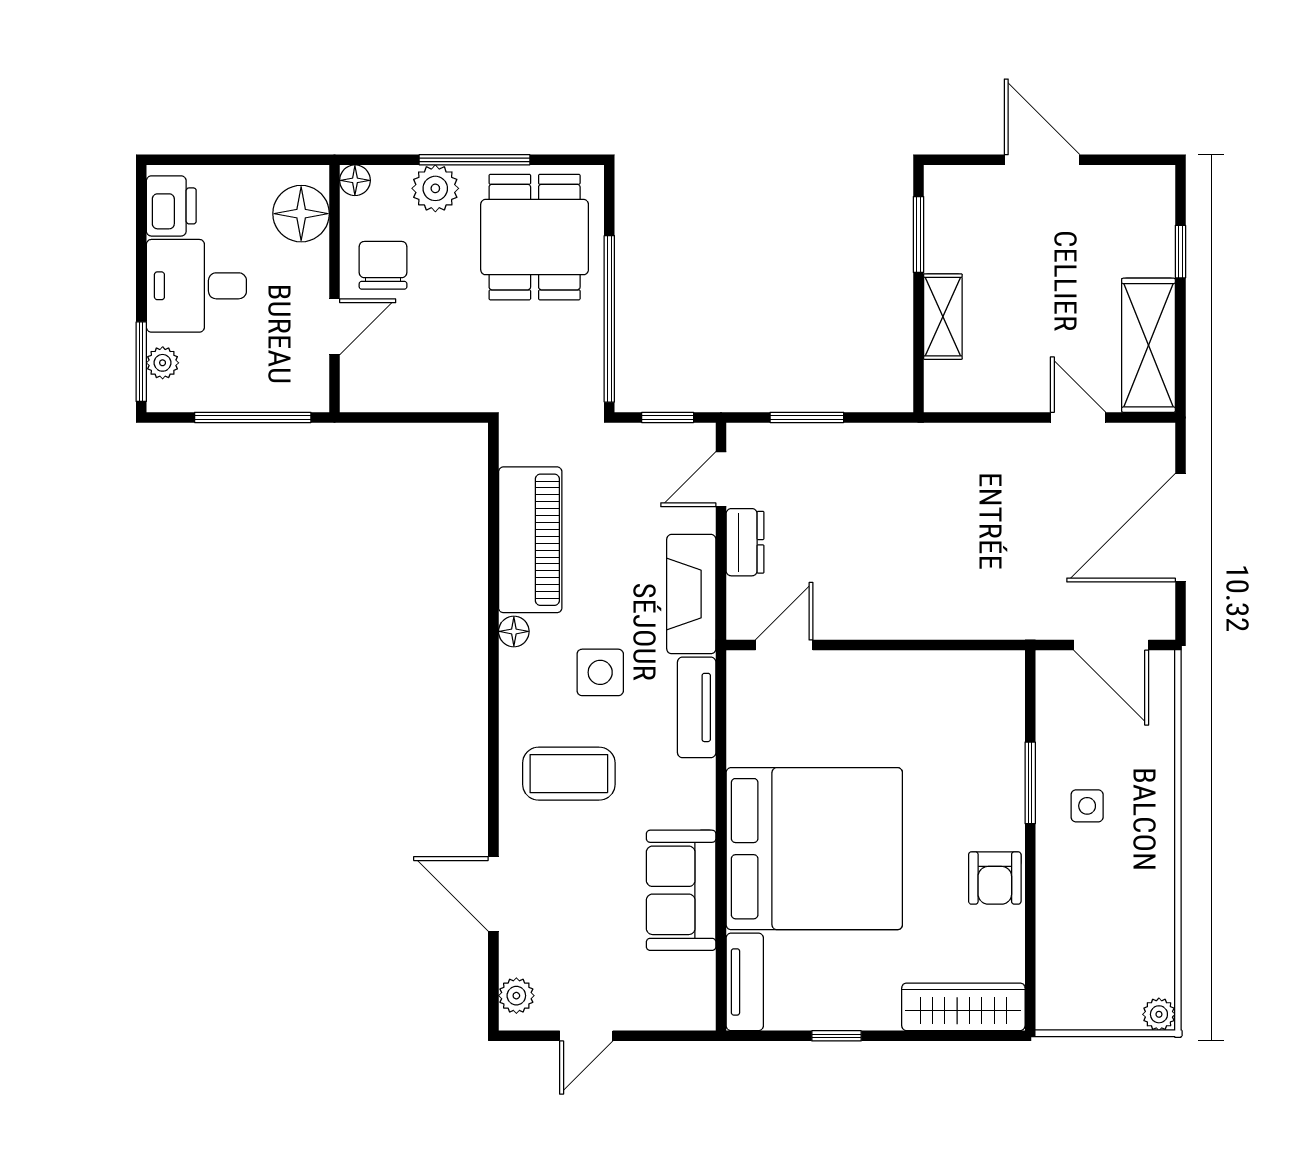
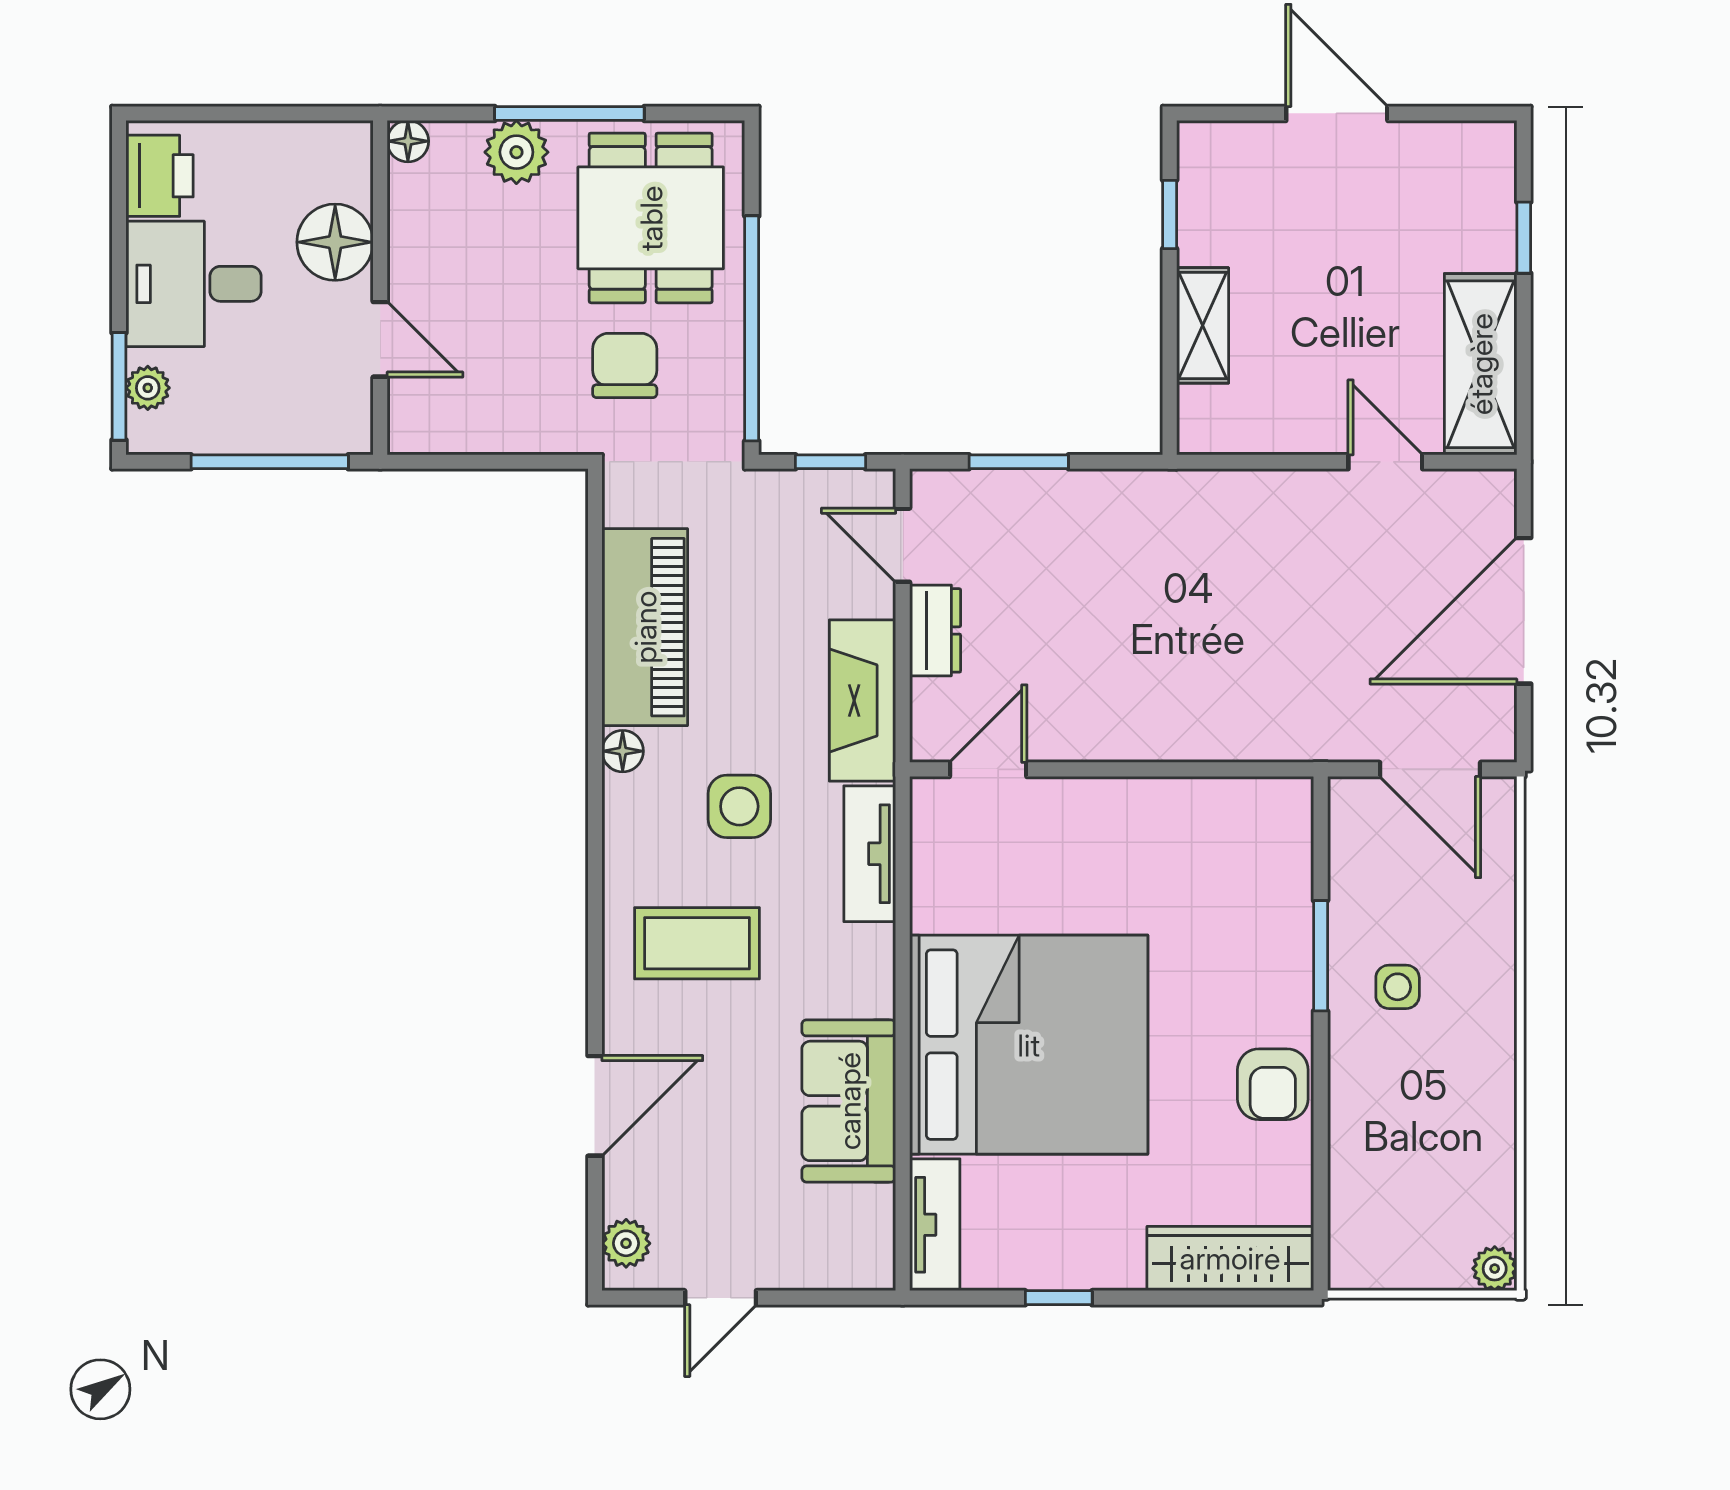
floor lamp: (301, 214) -> (335, 242), moved
window: (919, 234) -> (1170, 214), width x0.67
chair: (383, 265) -> (625, 365), moved
door: (334, 327) -> (380, 339), hinge flipped
door: (721, 479) -> (903, 545), hinge flipped
door: (493, 894) -> (595, 1106), swing flipped

